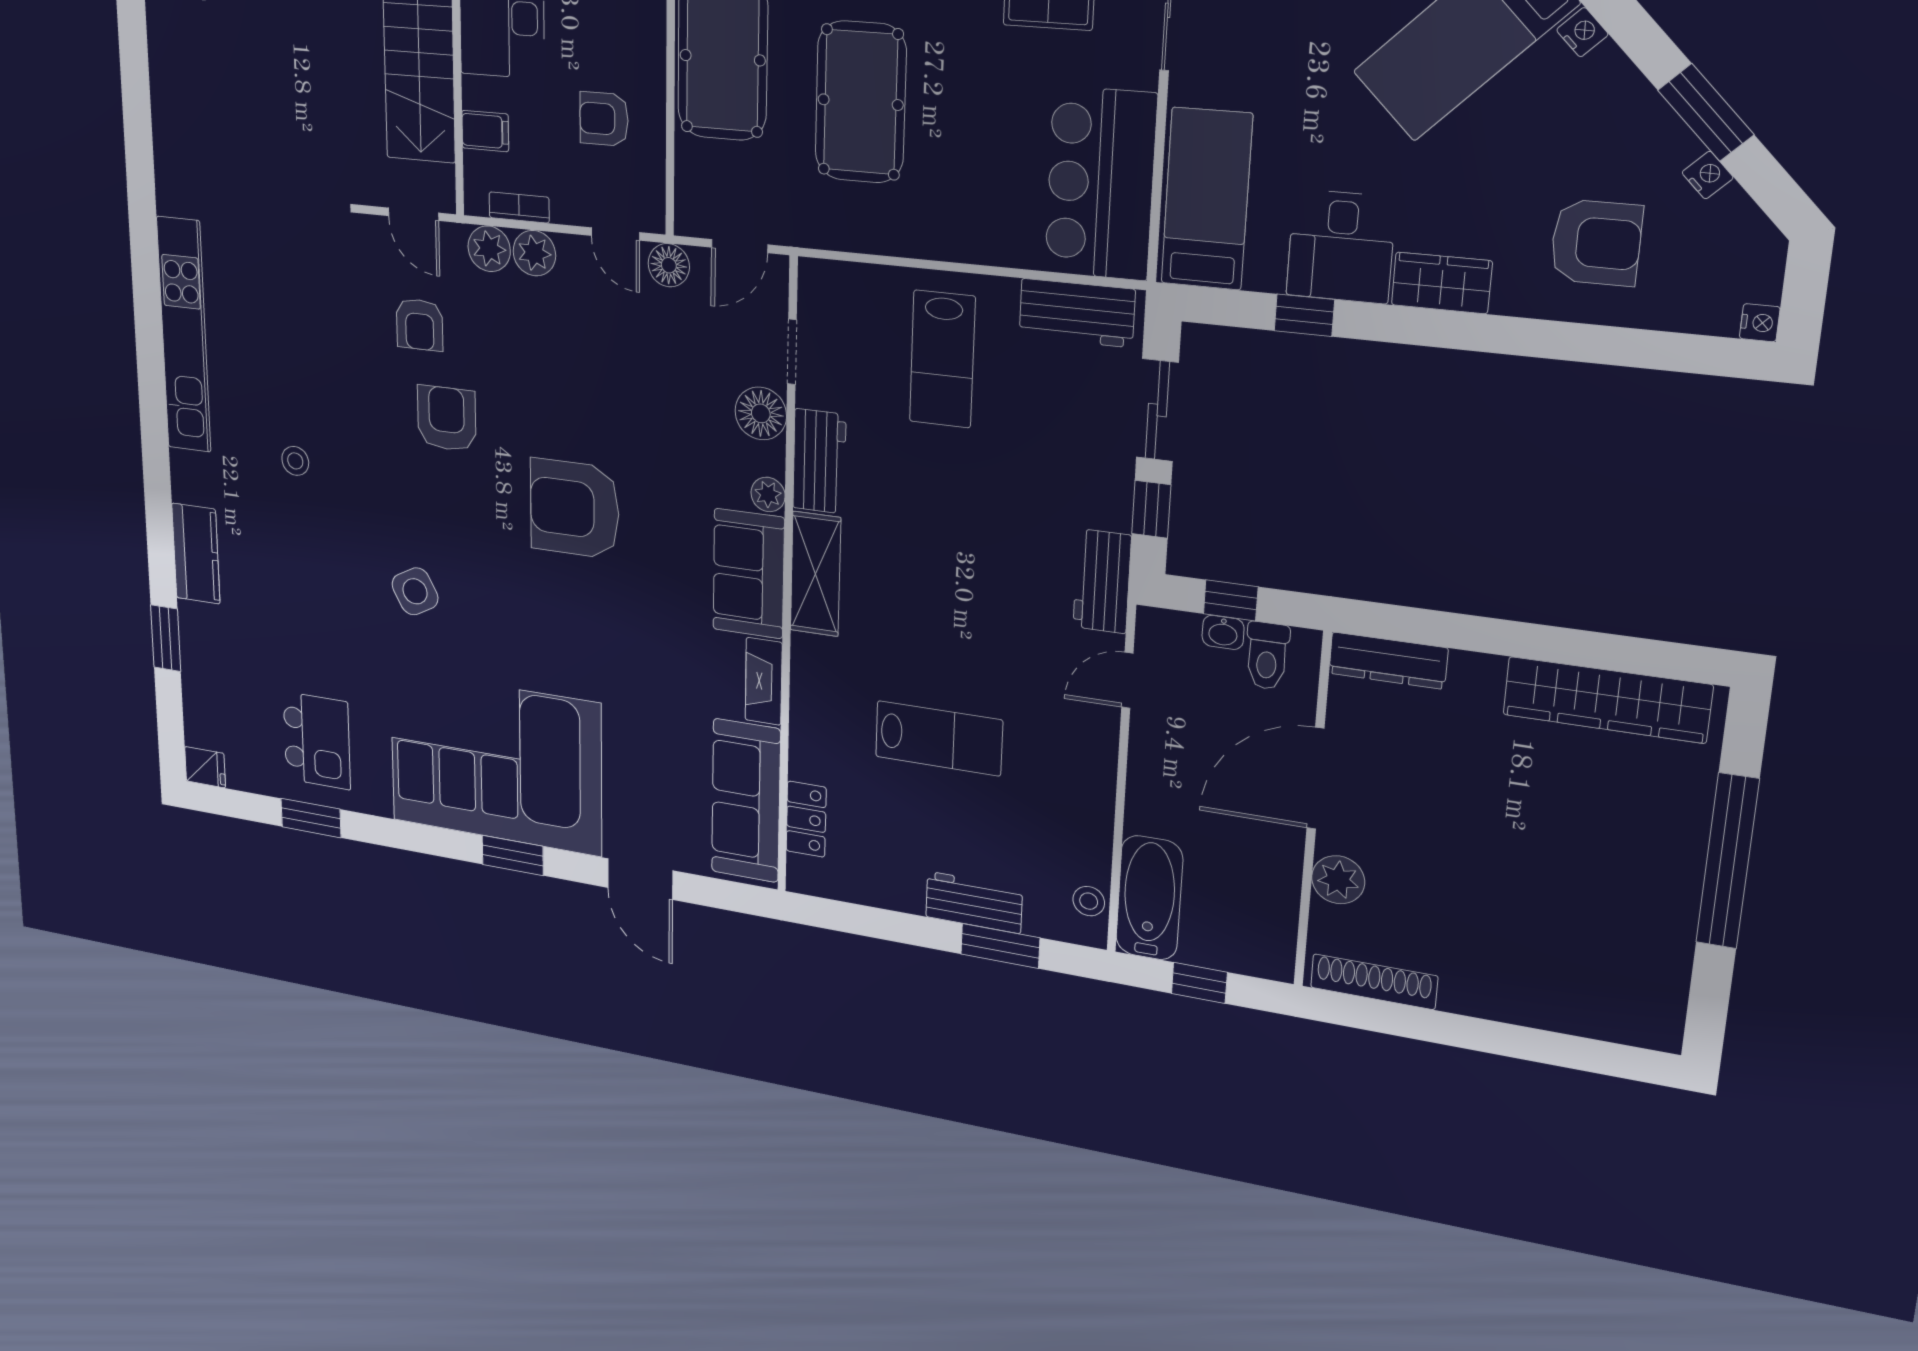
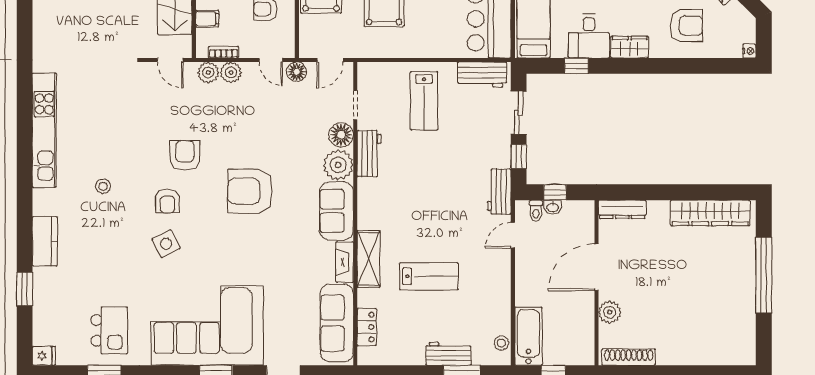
armchair: (420, 325) -> (167, 201), moved
plant: (768, 494) -> (338, 165), width x1.88, depth x1.88
shelving: (815, 574) -> (369, 259), moved
toilet: (1267, 656) -> (536, 211), moved, width x0.73, depth x0.72

